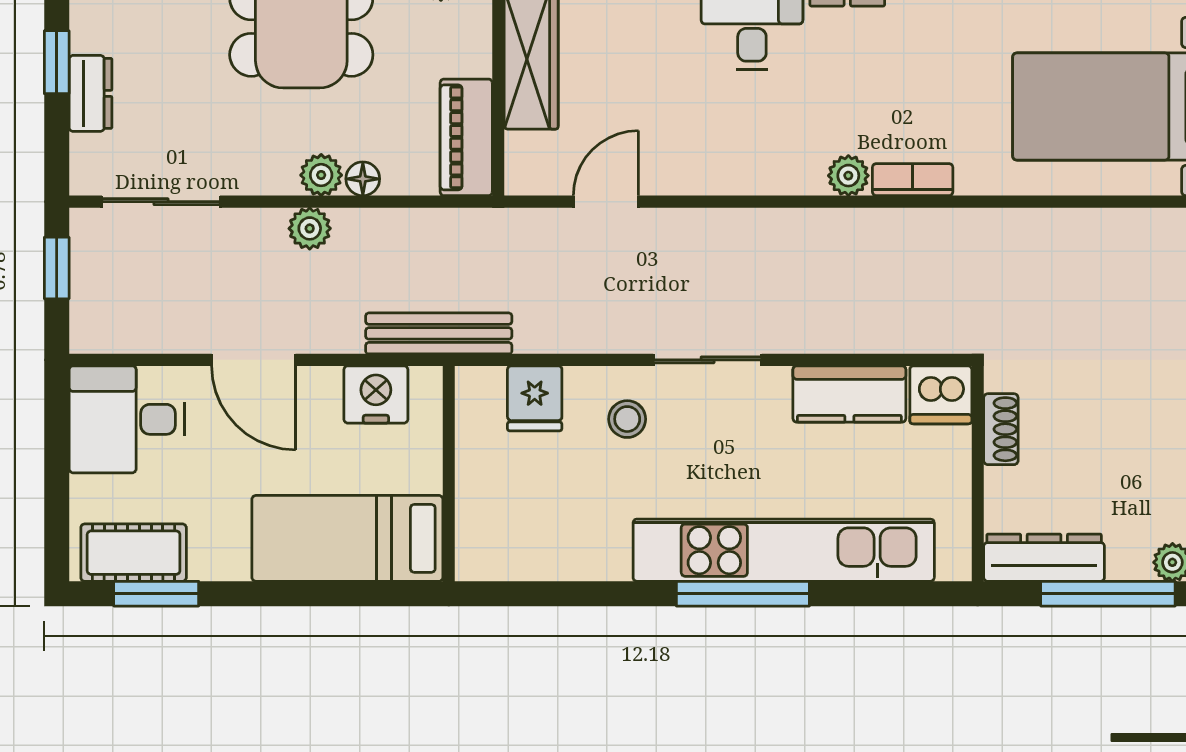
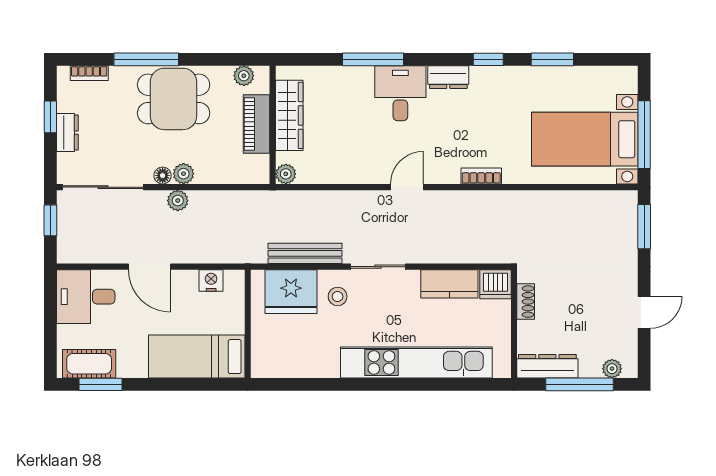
piano: (466, 137) -> (257, 124), moved
plant: (848, 176) -> (286, 174), moved
floor lamp: (363, 179) -> (163, 176), moved
sliding door: (161, 202) -> (103, 187), width x1.37
door: (606, 202) -> (407, 187), moved
bench: (439, 333) -> (305, 253), moved
nightstand: (376, 394) -> (211, 281), width x0.74, depth x0.75
fridge: (535, 398) -> (291, 292), width x1.88, depth x1.34
window: (743, 594) -> (396, 384), removed

